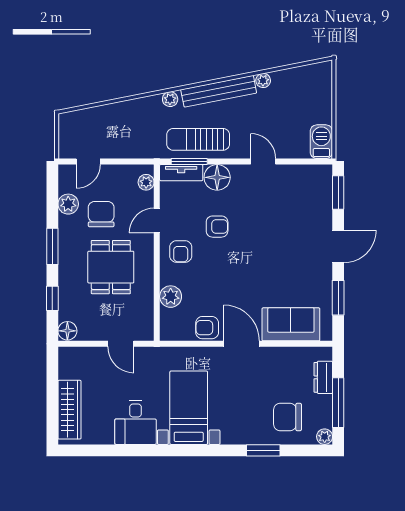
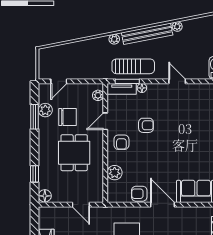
sun lounger: (198, 139) -> (133, 66), turned 180
floor lamp: (217, 177) -> (142, 88), width x0.53, depth x0.53
chair: (101, 214) -> (68, 117), turned 90
window: (52, 246) -> (35, 117), moved

